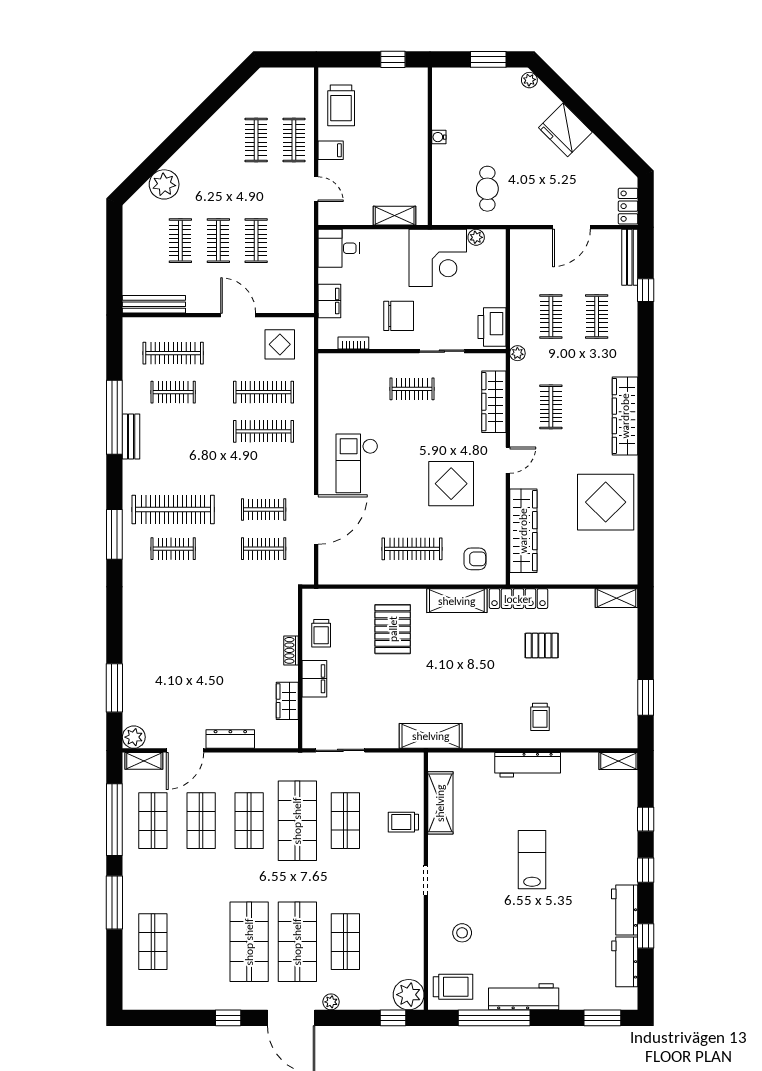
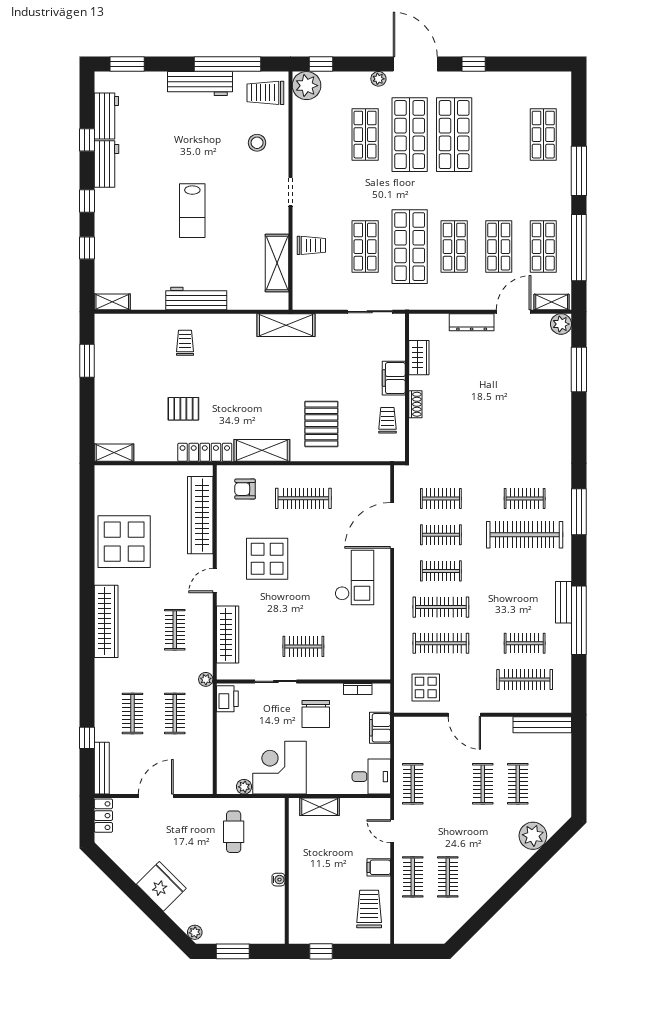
clothes rail: (256, 241) -> (413, 784), moved
chair: (399, 316) -> (316, 714), turned -90
printer: (492, 327) -> (227, 699), width x0.73, depth x0.84
clothes rail: (264, 470) -> (441, 571), added

